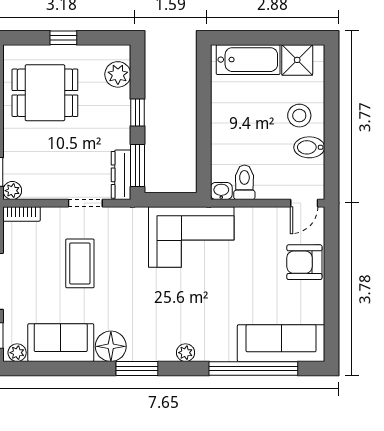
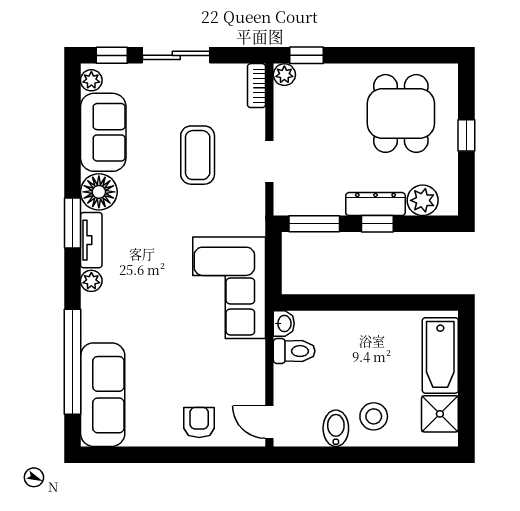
dresser: (121, 175) -> (375, 204), moved
armchair: (304, 262) -> (199, 422), width x0.72, depth x0.72
coffee table: (80, 263) -> (198, 155), turned 90
tv unit: (151, 353) -> (91, 240), added

